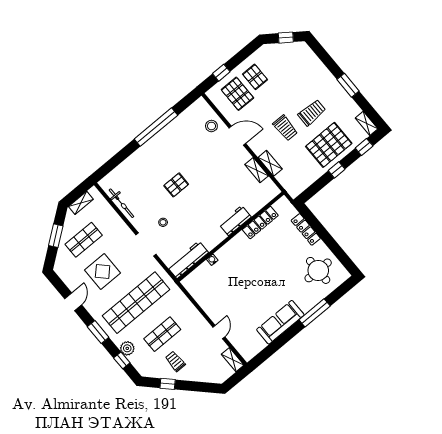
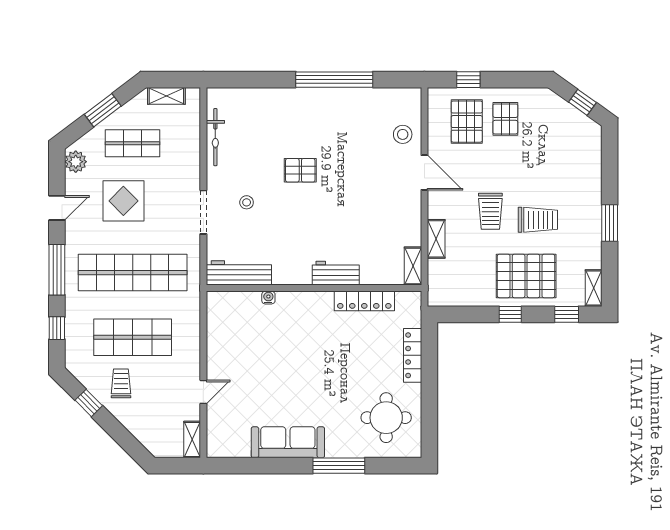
shelving: (257, 170) -> (413, 266), moved
window: (98, 332) -> (57, 270), width x1.44
shop shelf: (162, 334) -> (133, 337), width x1.43, depth x1.36
plant: (127, 348) -> (76, 162), moved

